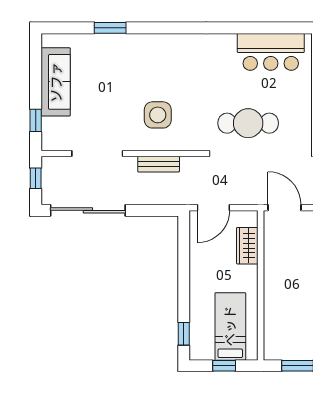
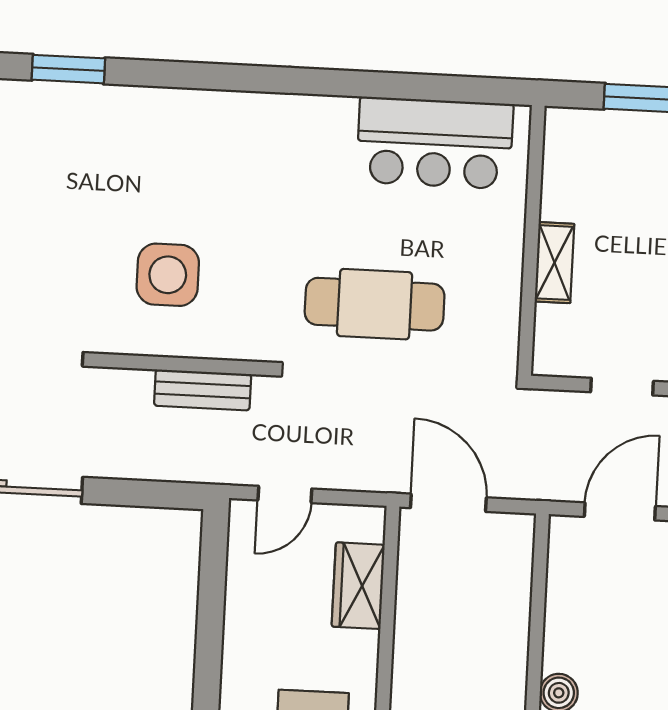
bench: (159, 164) -> (203, 390), moved
door: (213, 208) -> (285, 494), width x0.73

